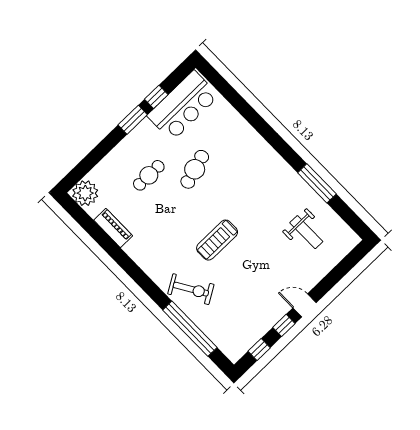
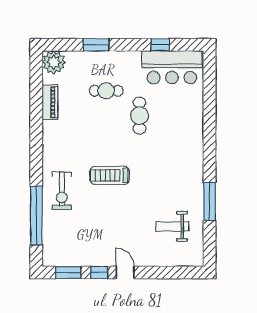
window: (133, 120) -> (96, 45), moved
cafe table: (195, 169) -> (140, 116), turned -73
weight bench: (306, 232) -> (172, 226), turned 90
exercise bike: (191, 289) -> (62, 191), turned 31
window: (259, 350) -> (68, 272), width x1.50

